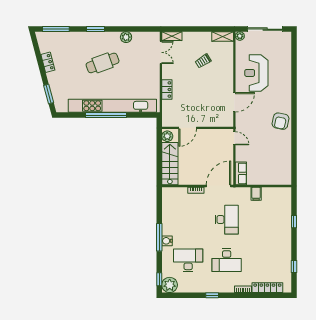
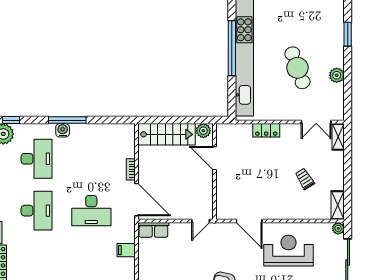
cafe table: (103, 63) -> (297, 68), moved
desk: (227, 260) -> (37, 211), turned 180

